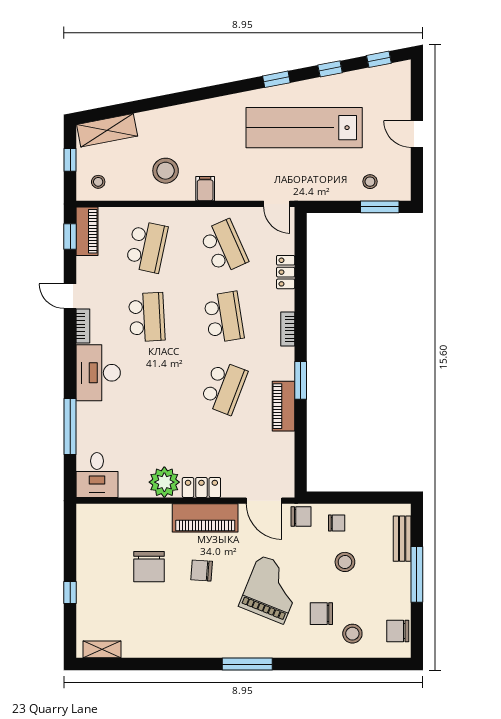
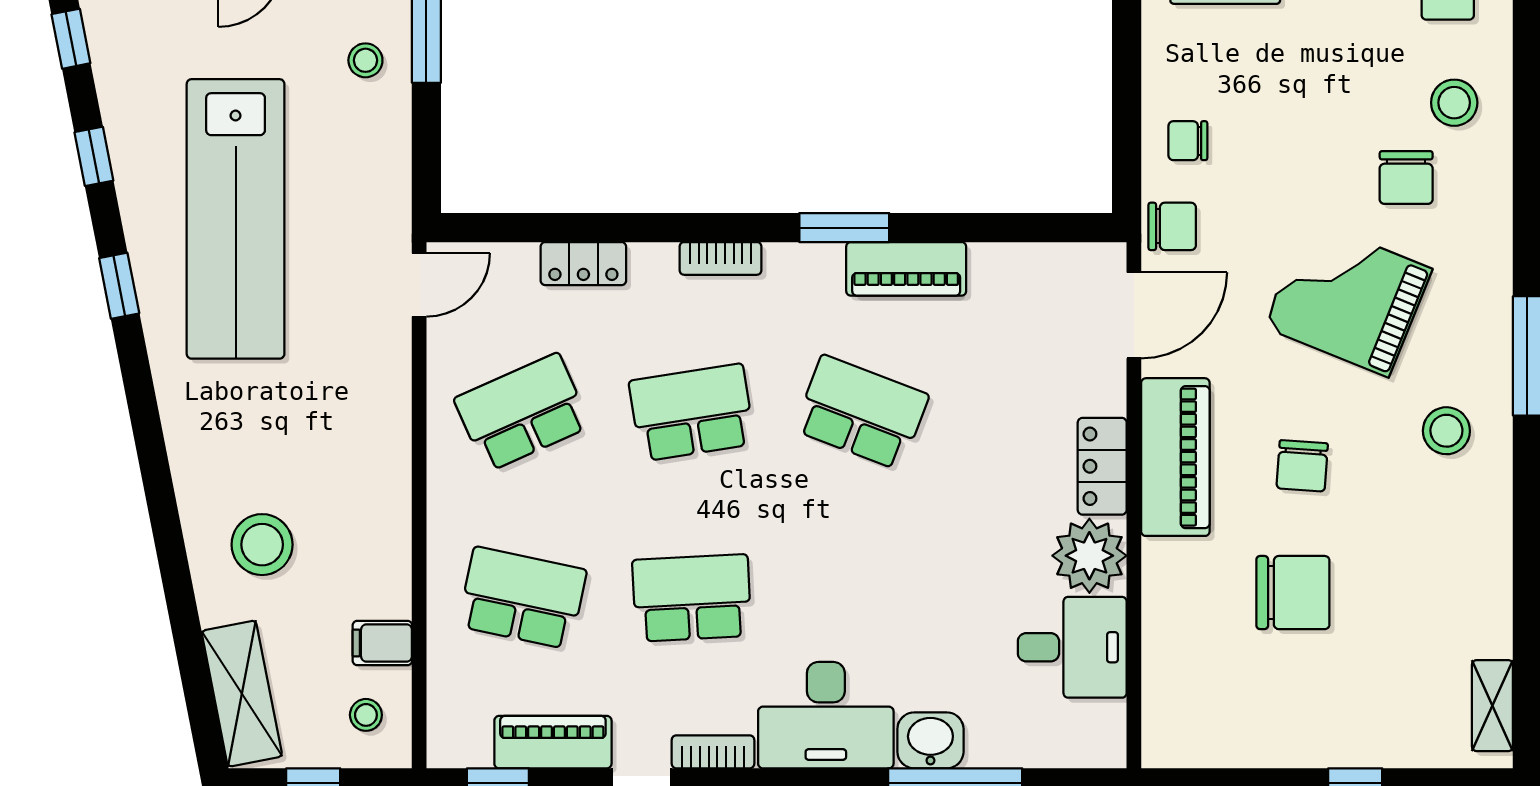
stool: (166, 171) -> (262, 545), moved
filing cabinet: (205, 189) -> (382, 643), moved
piano: (87, 231) -> (553, 742), moved
washbasin: (88, 416) -> (930, 740), added
desk: (97, 475) -> (1072, 647), moved
chair: (301, 517) -> (1172, 226), turned 90
chair: (337, 523) -> (1188, 141), turned -90
stool: (345, 562) -> (1446, 431), moved

